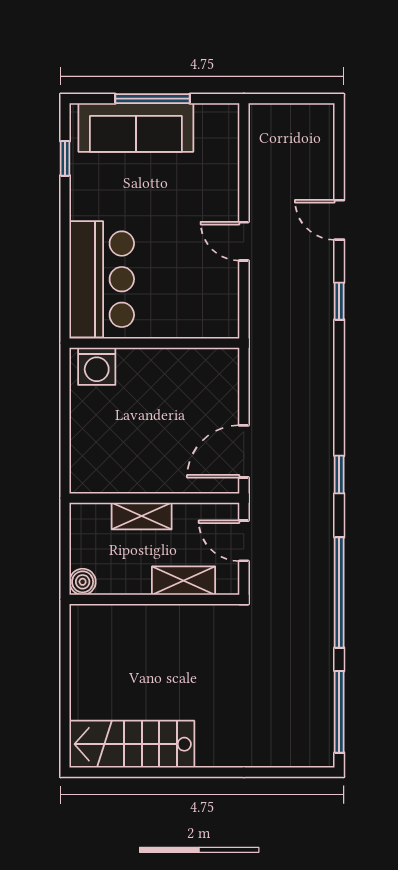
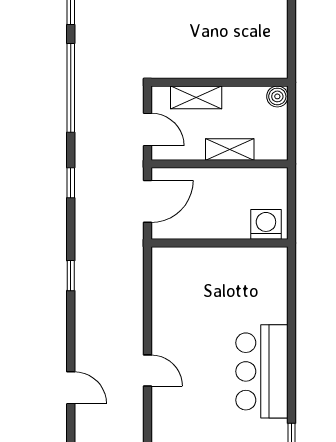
bar counter: (102, 279) -> (262, 371), moved
window: (339, 301) -> (71, 276), moved
wall: (154, 343) -> (220, 243), moved
washing machine: (97, 366) -> (266, 224), moved

